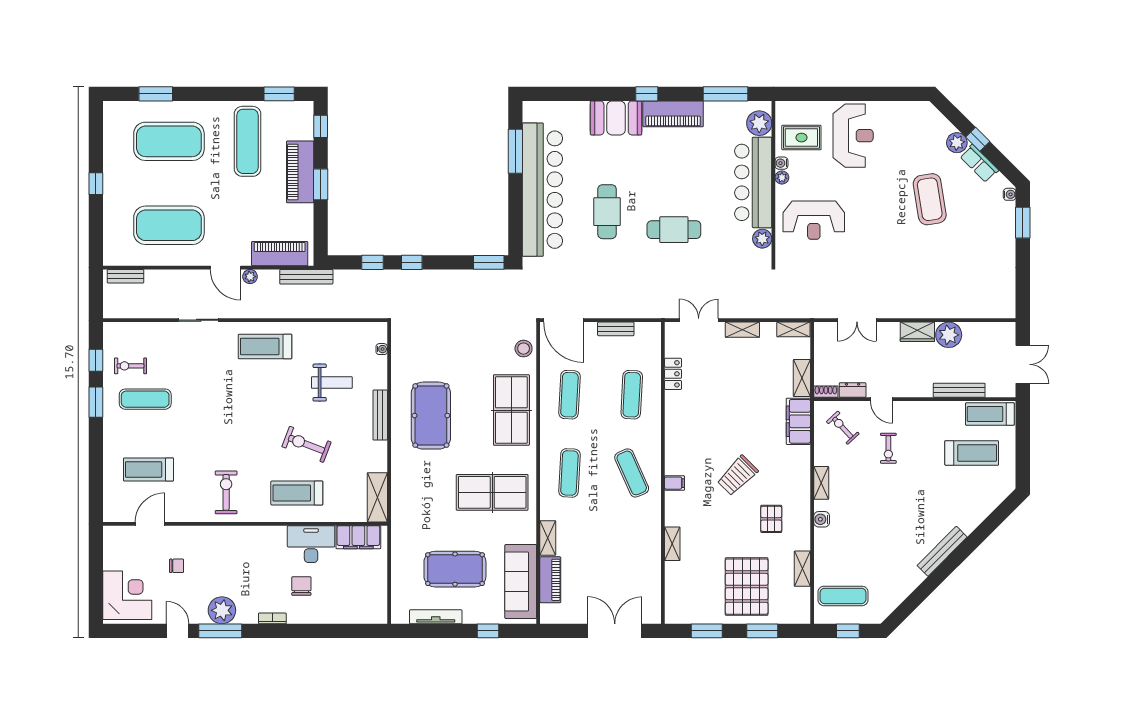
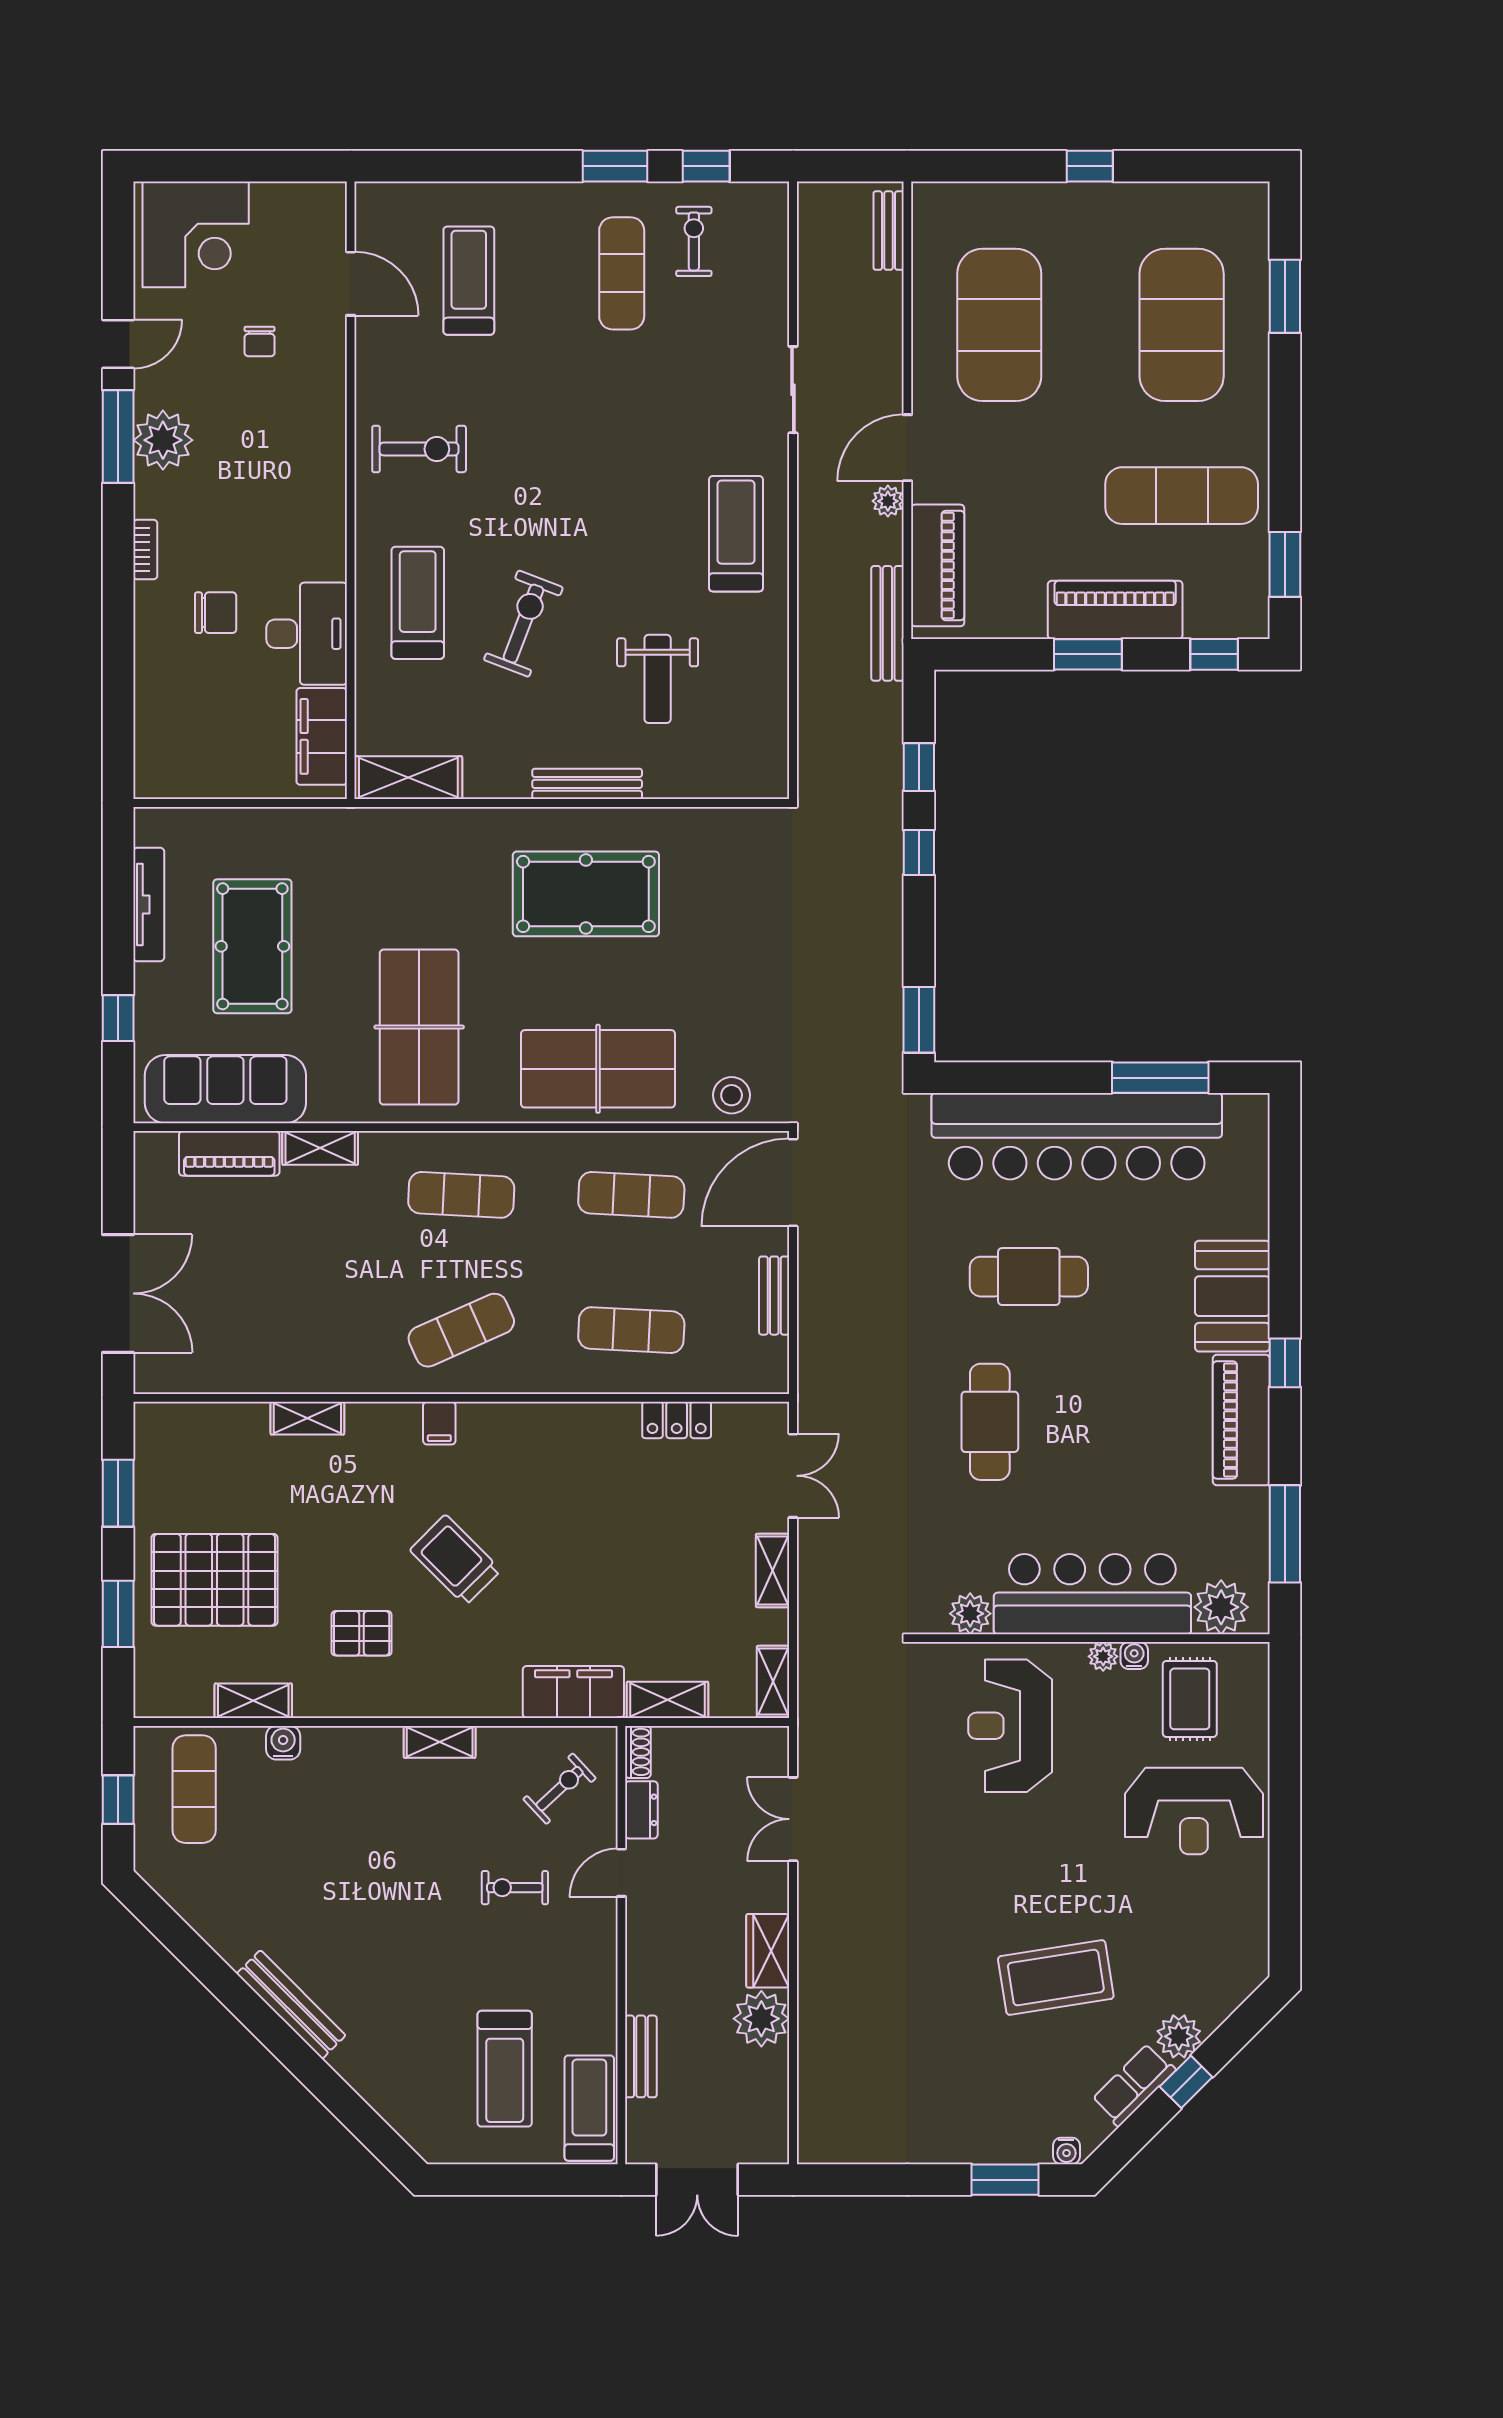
water cooler: (382, 349) -> (730, 787), removed
bench: (959, 390) -> (641, 2056), width x0.73
water cooler: (822, 519) -> (283, 1743), moved

